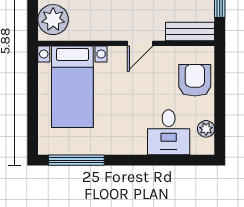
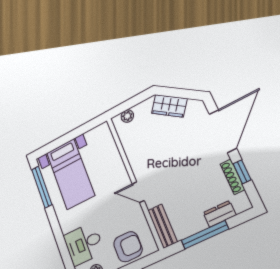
plant: (53, 20) -> (127, 116), width x0.53, depth x0.53
bed with nightstands: (72, 87) -> (70, 174), moved, turned -90

